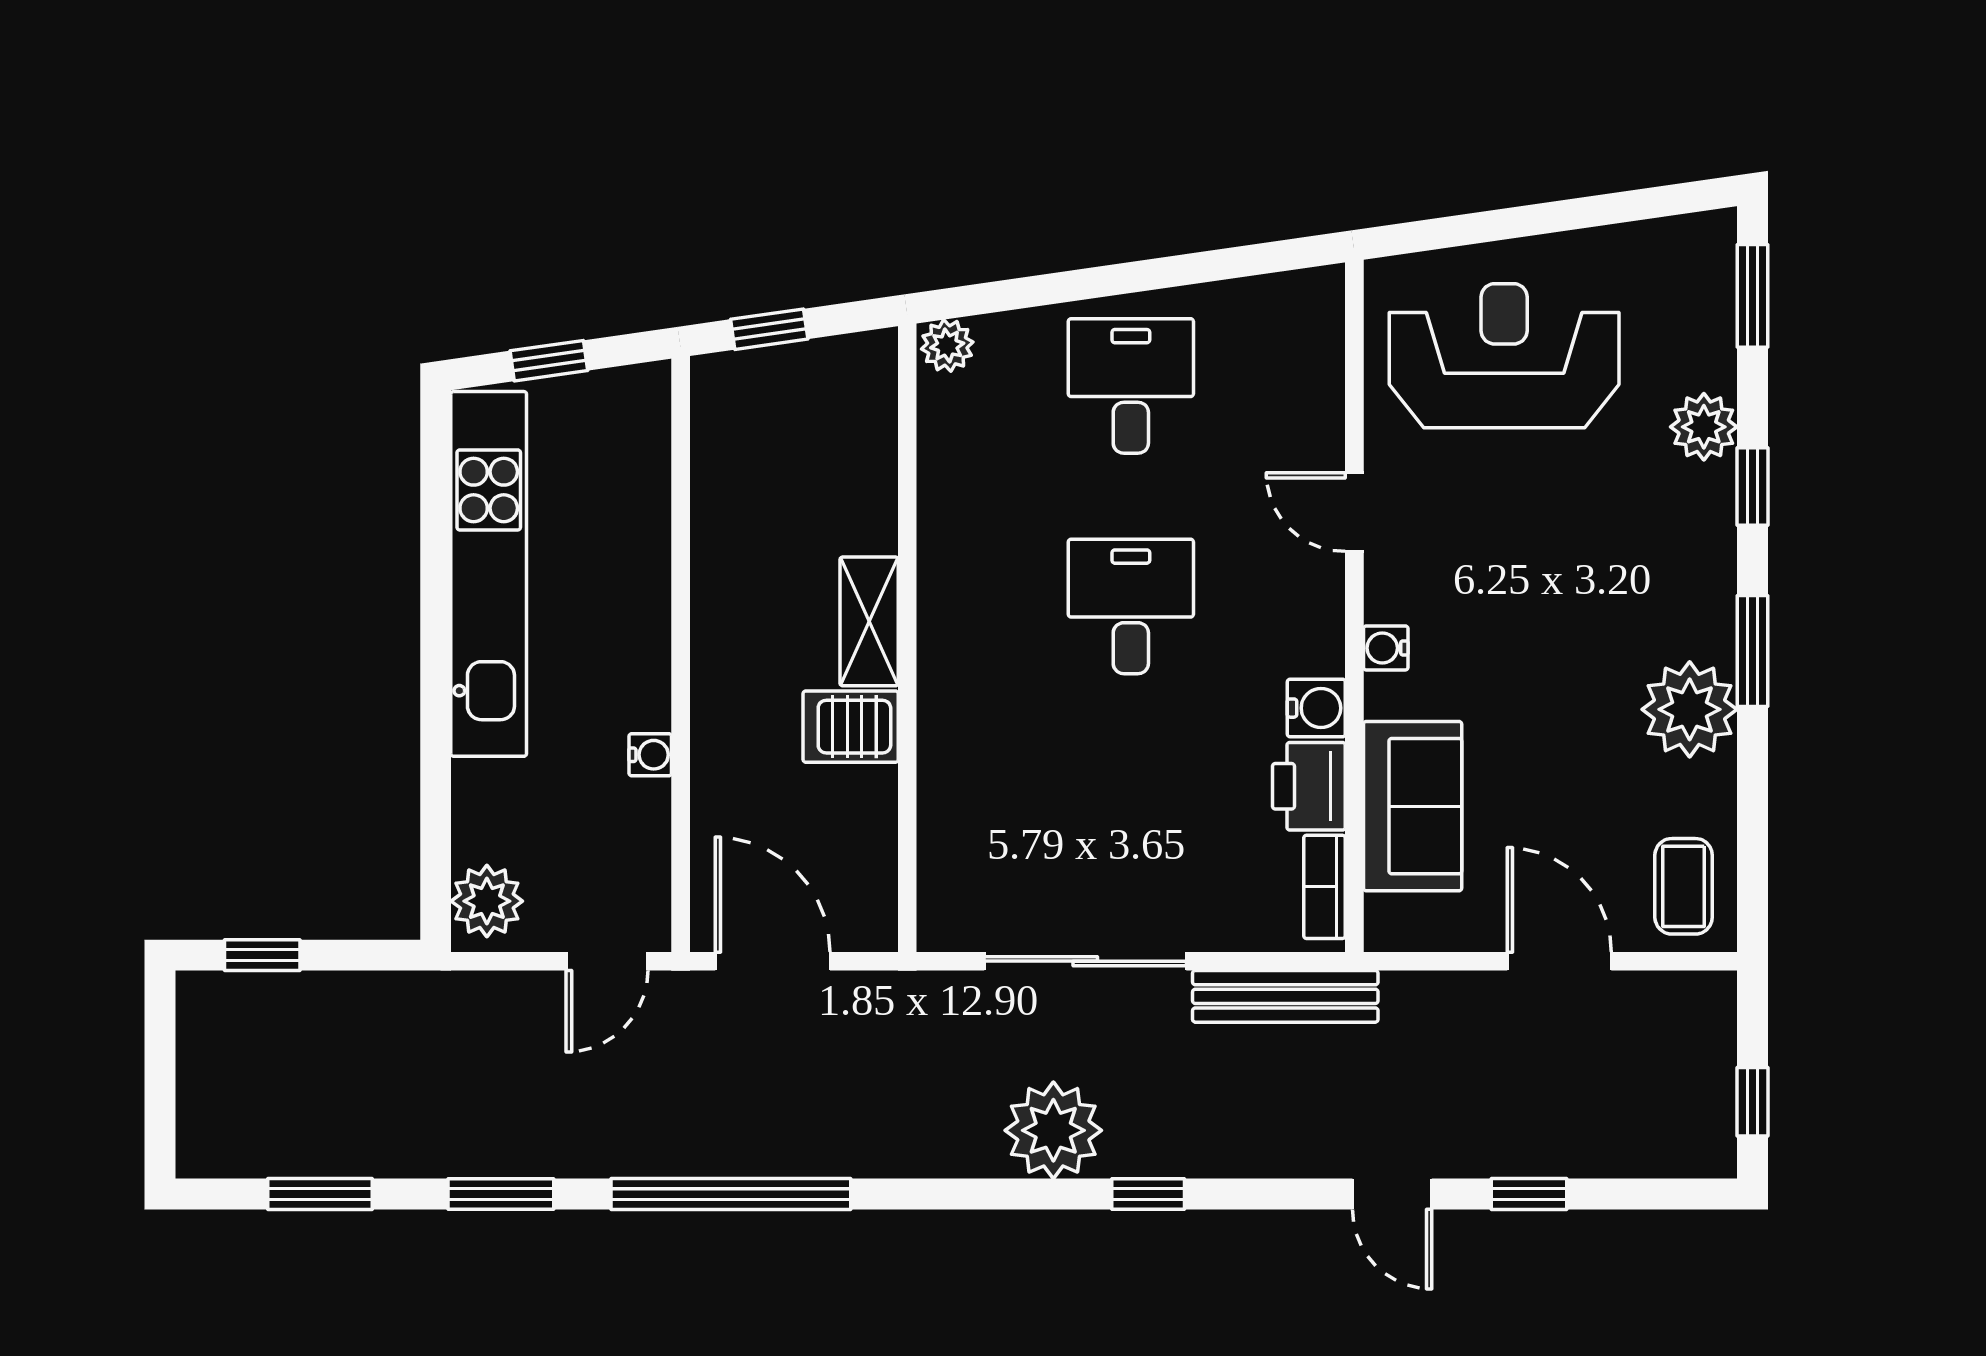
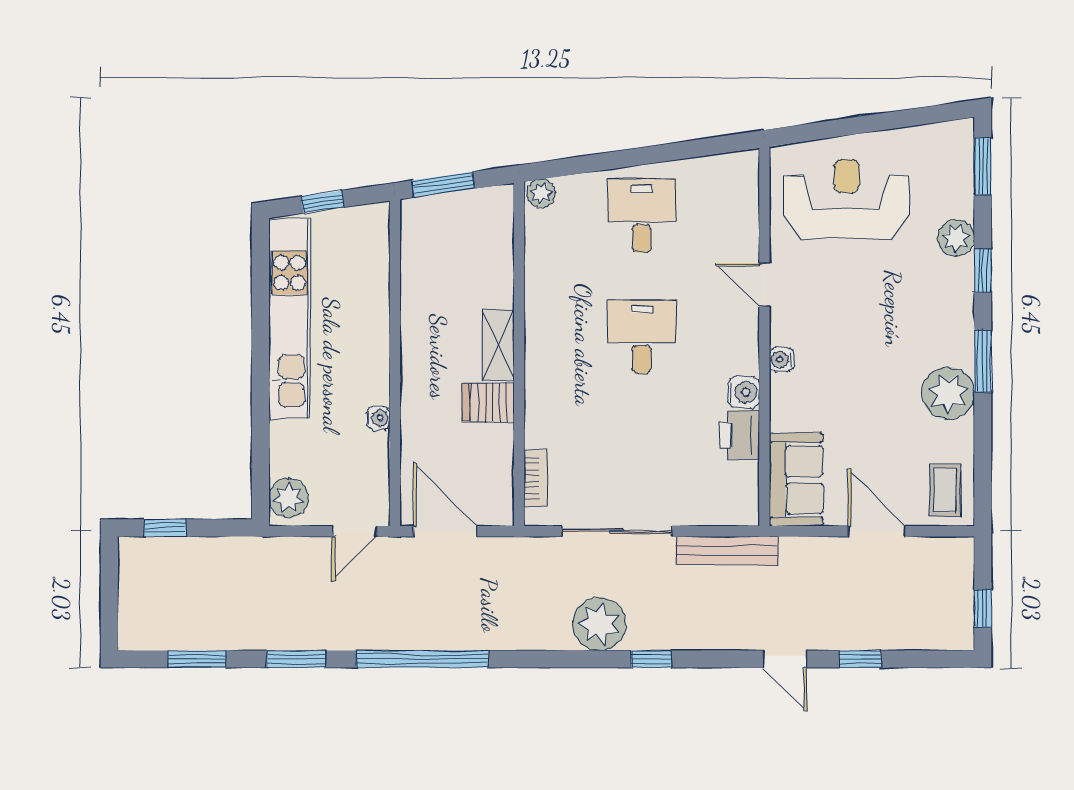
window: (769, 329) -> (443, 185), width x1.50
sofa: (1413, 806) -> (796, 480), moved
bookcase: (1325, 887) -> (536, 478), moved, turned 180

